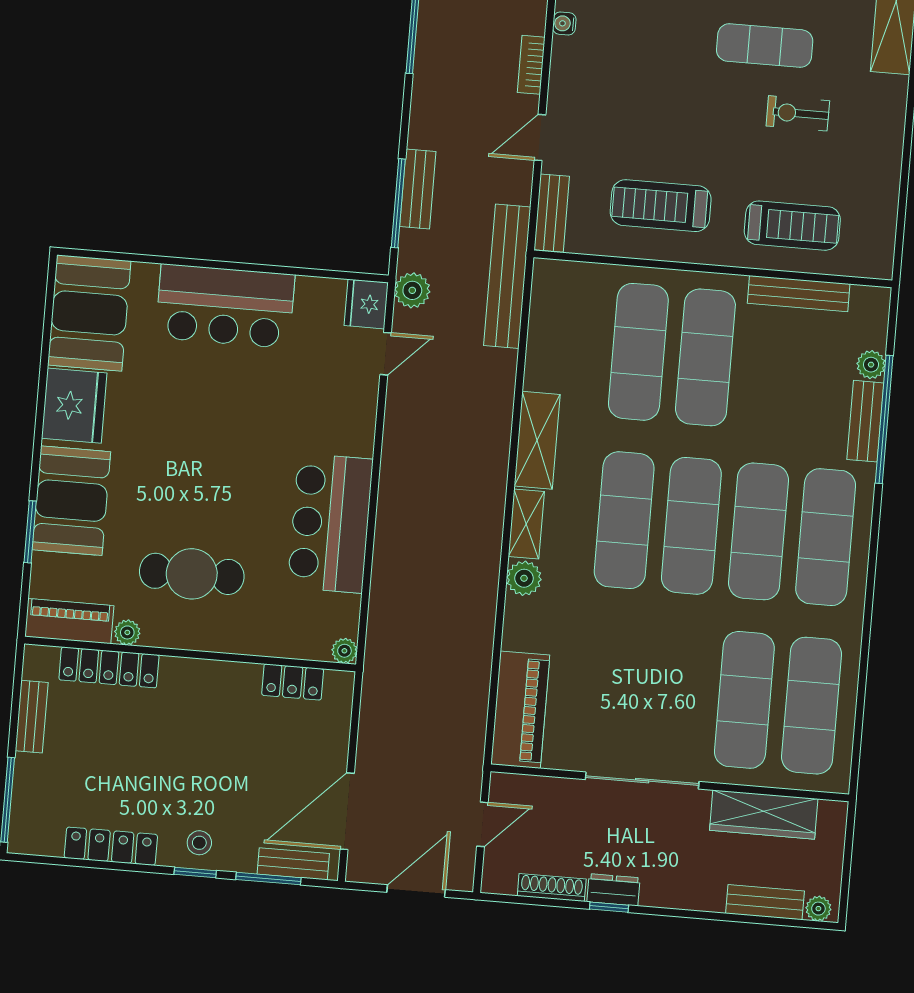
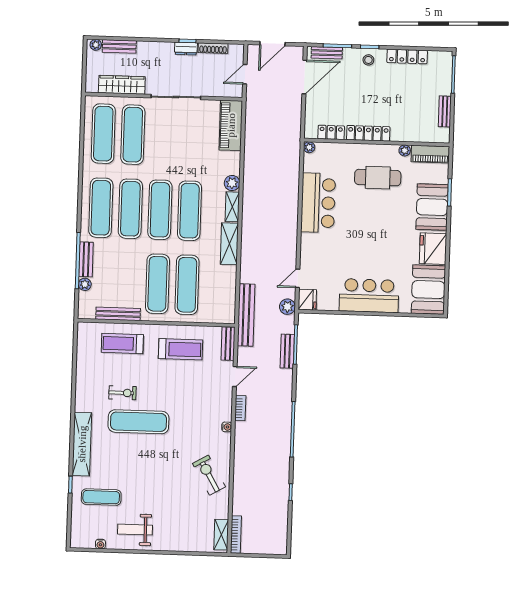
exercise mat: (765, 46) -> (138, 422), width x1.36, depth x1.45
locker: (109, 667) -> (368, 133), moved

